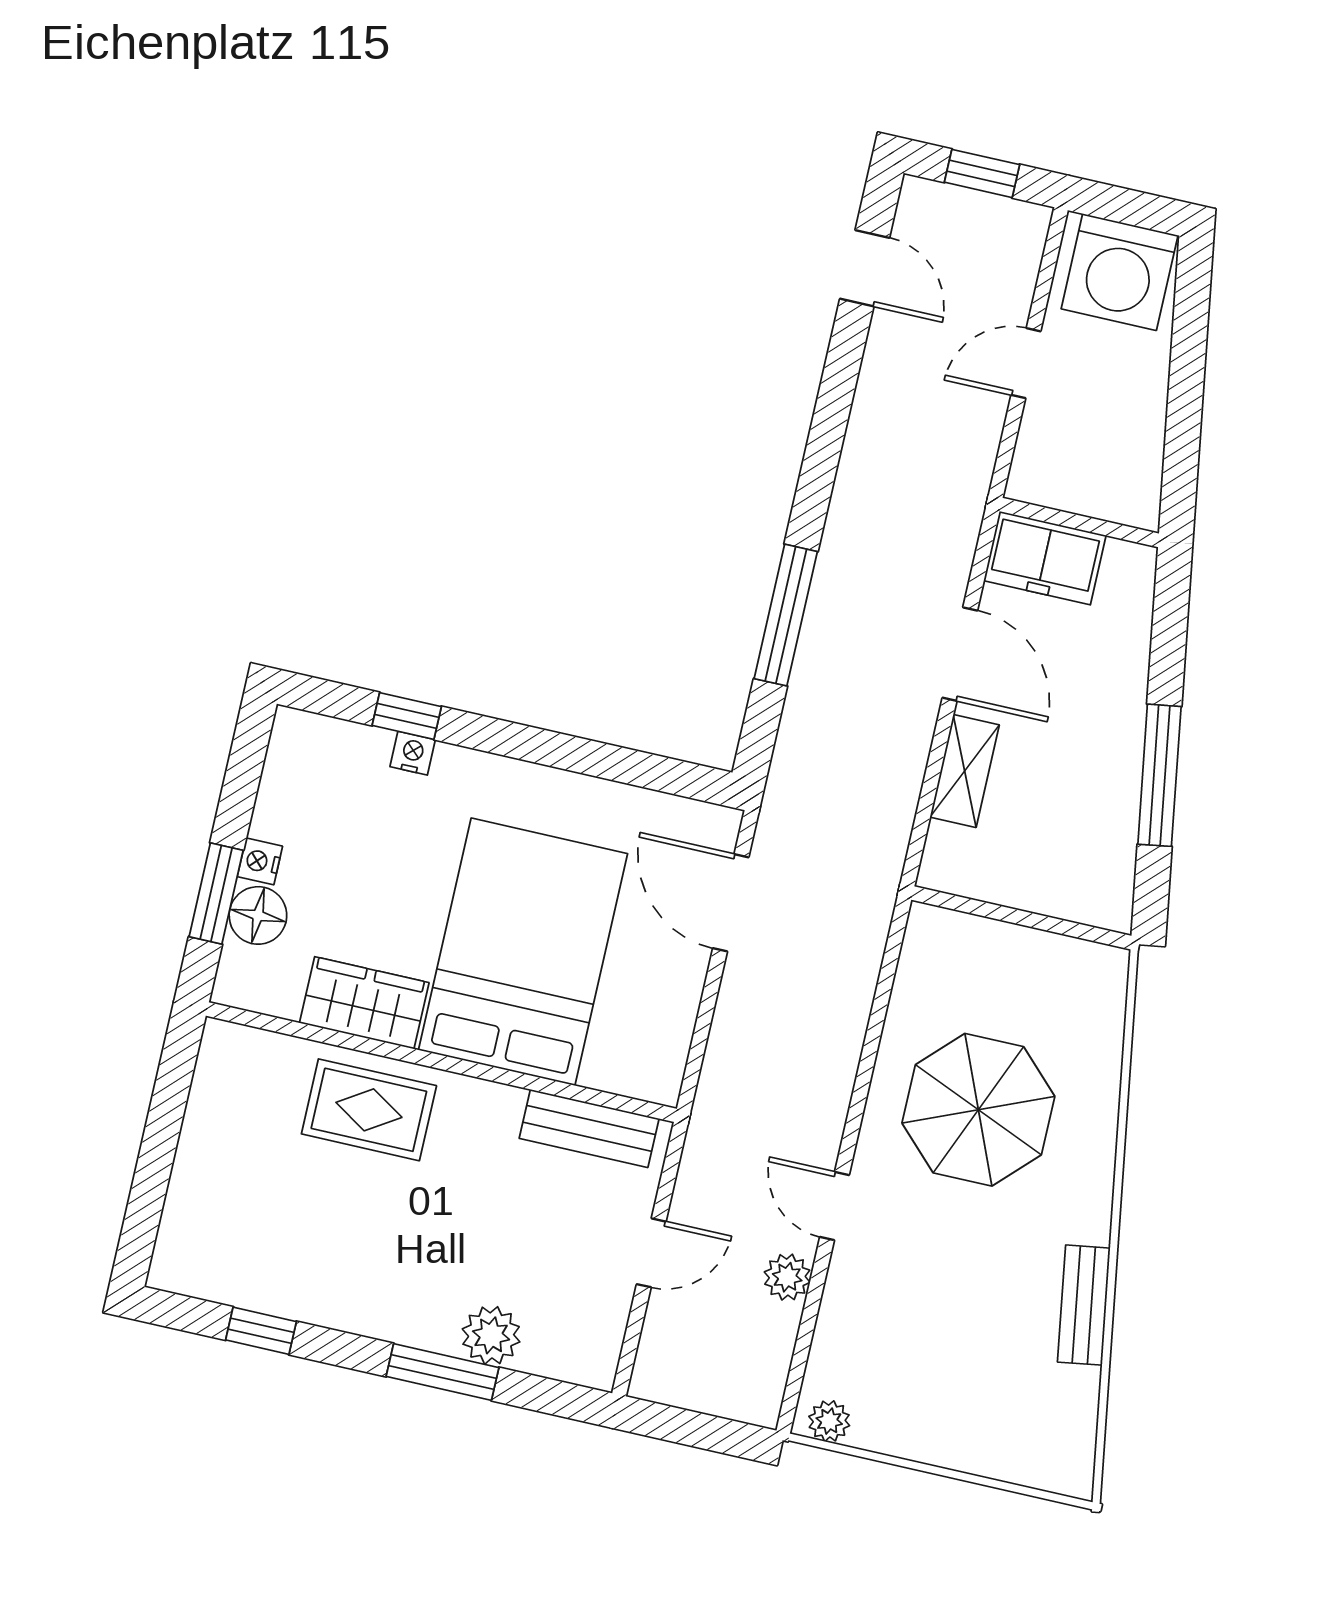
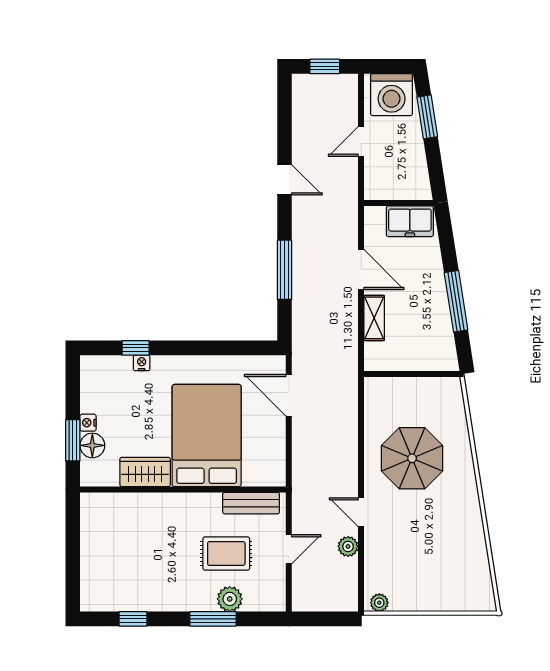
door: (865, 268) -> (285, 180), moved
window: (1189, 341) -> (427, 117), added
freezer: (1045, 558) -> (410, 221), moved
rug: (369, 1110) -> (226, 553), moved
bench: (1084, 1305) -> (475, 530), removed

